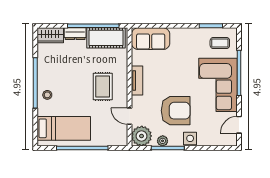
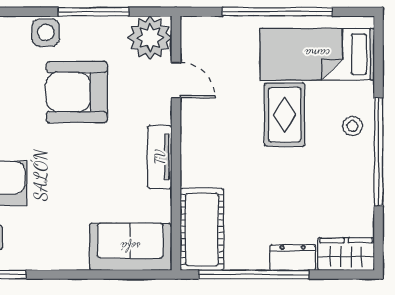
cot: (106, 38) -> (202, 229), moved, turned 90
rug: (103, 86) -> (285, 115), moved
plant: (163, 141) -> (105, 27), removed

